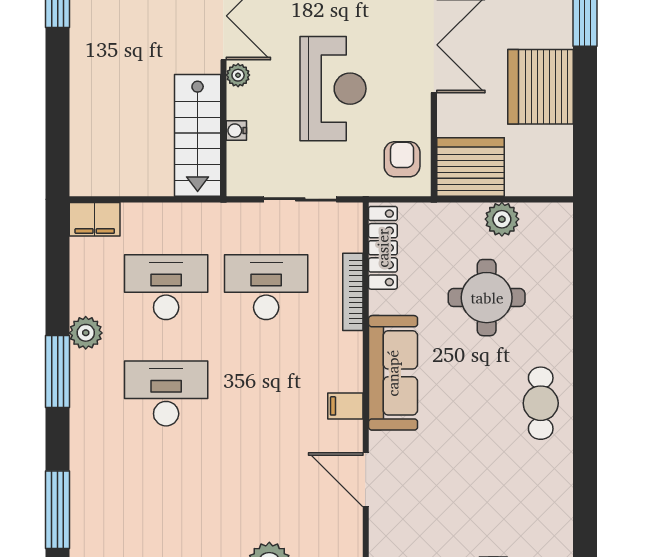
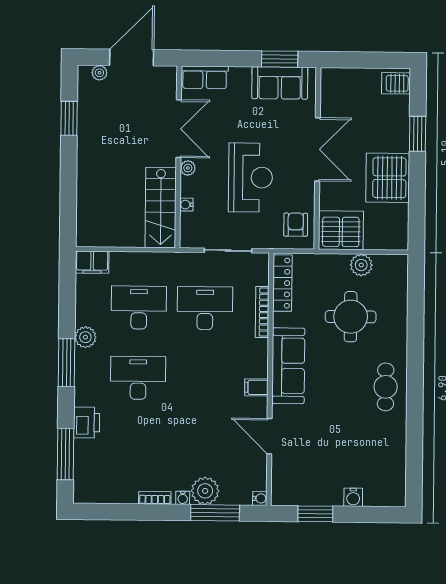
printer: (89, 462) -> (87, 423), added

